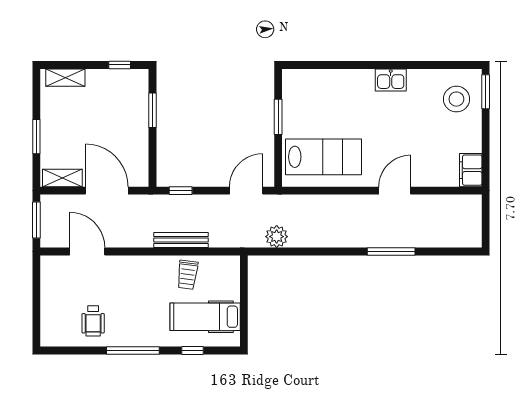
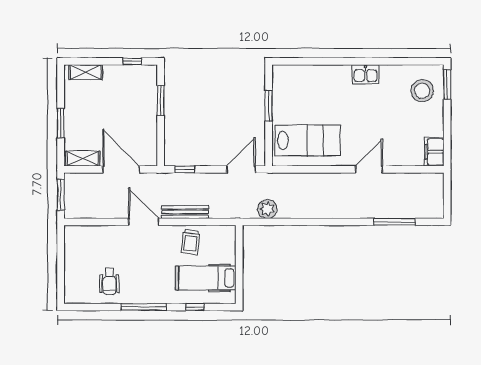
door: (87, 251) -> (144, 222), moved
window: (391, 251) -> (394, 222), moved

